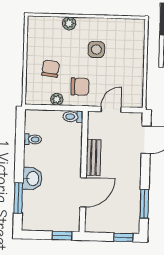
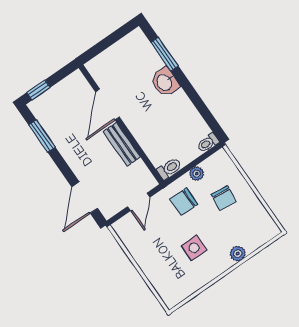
toilet: (33, 139) -> (208, 143), moved
window: (62, 236) -> (97, 49), removed

